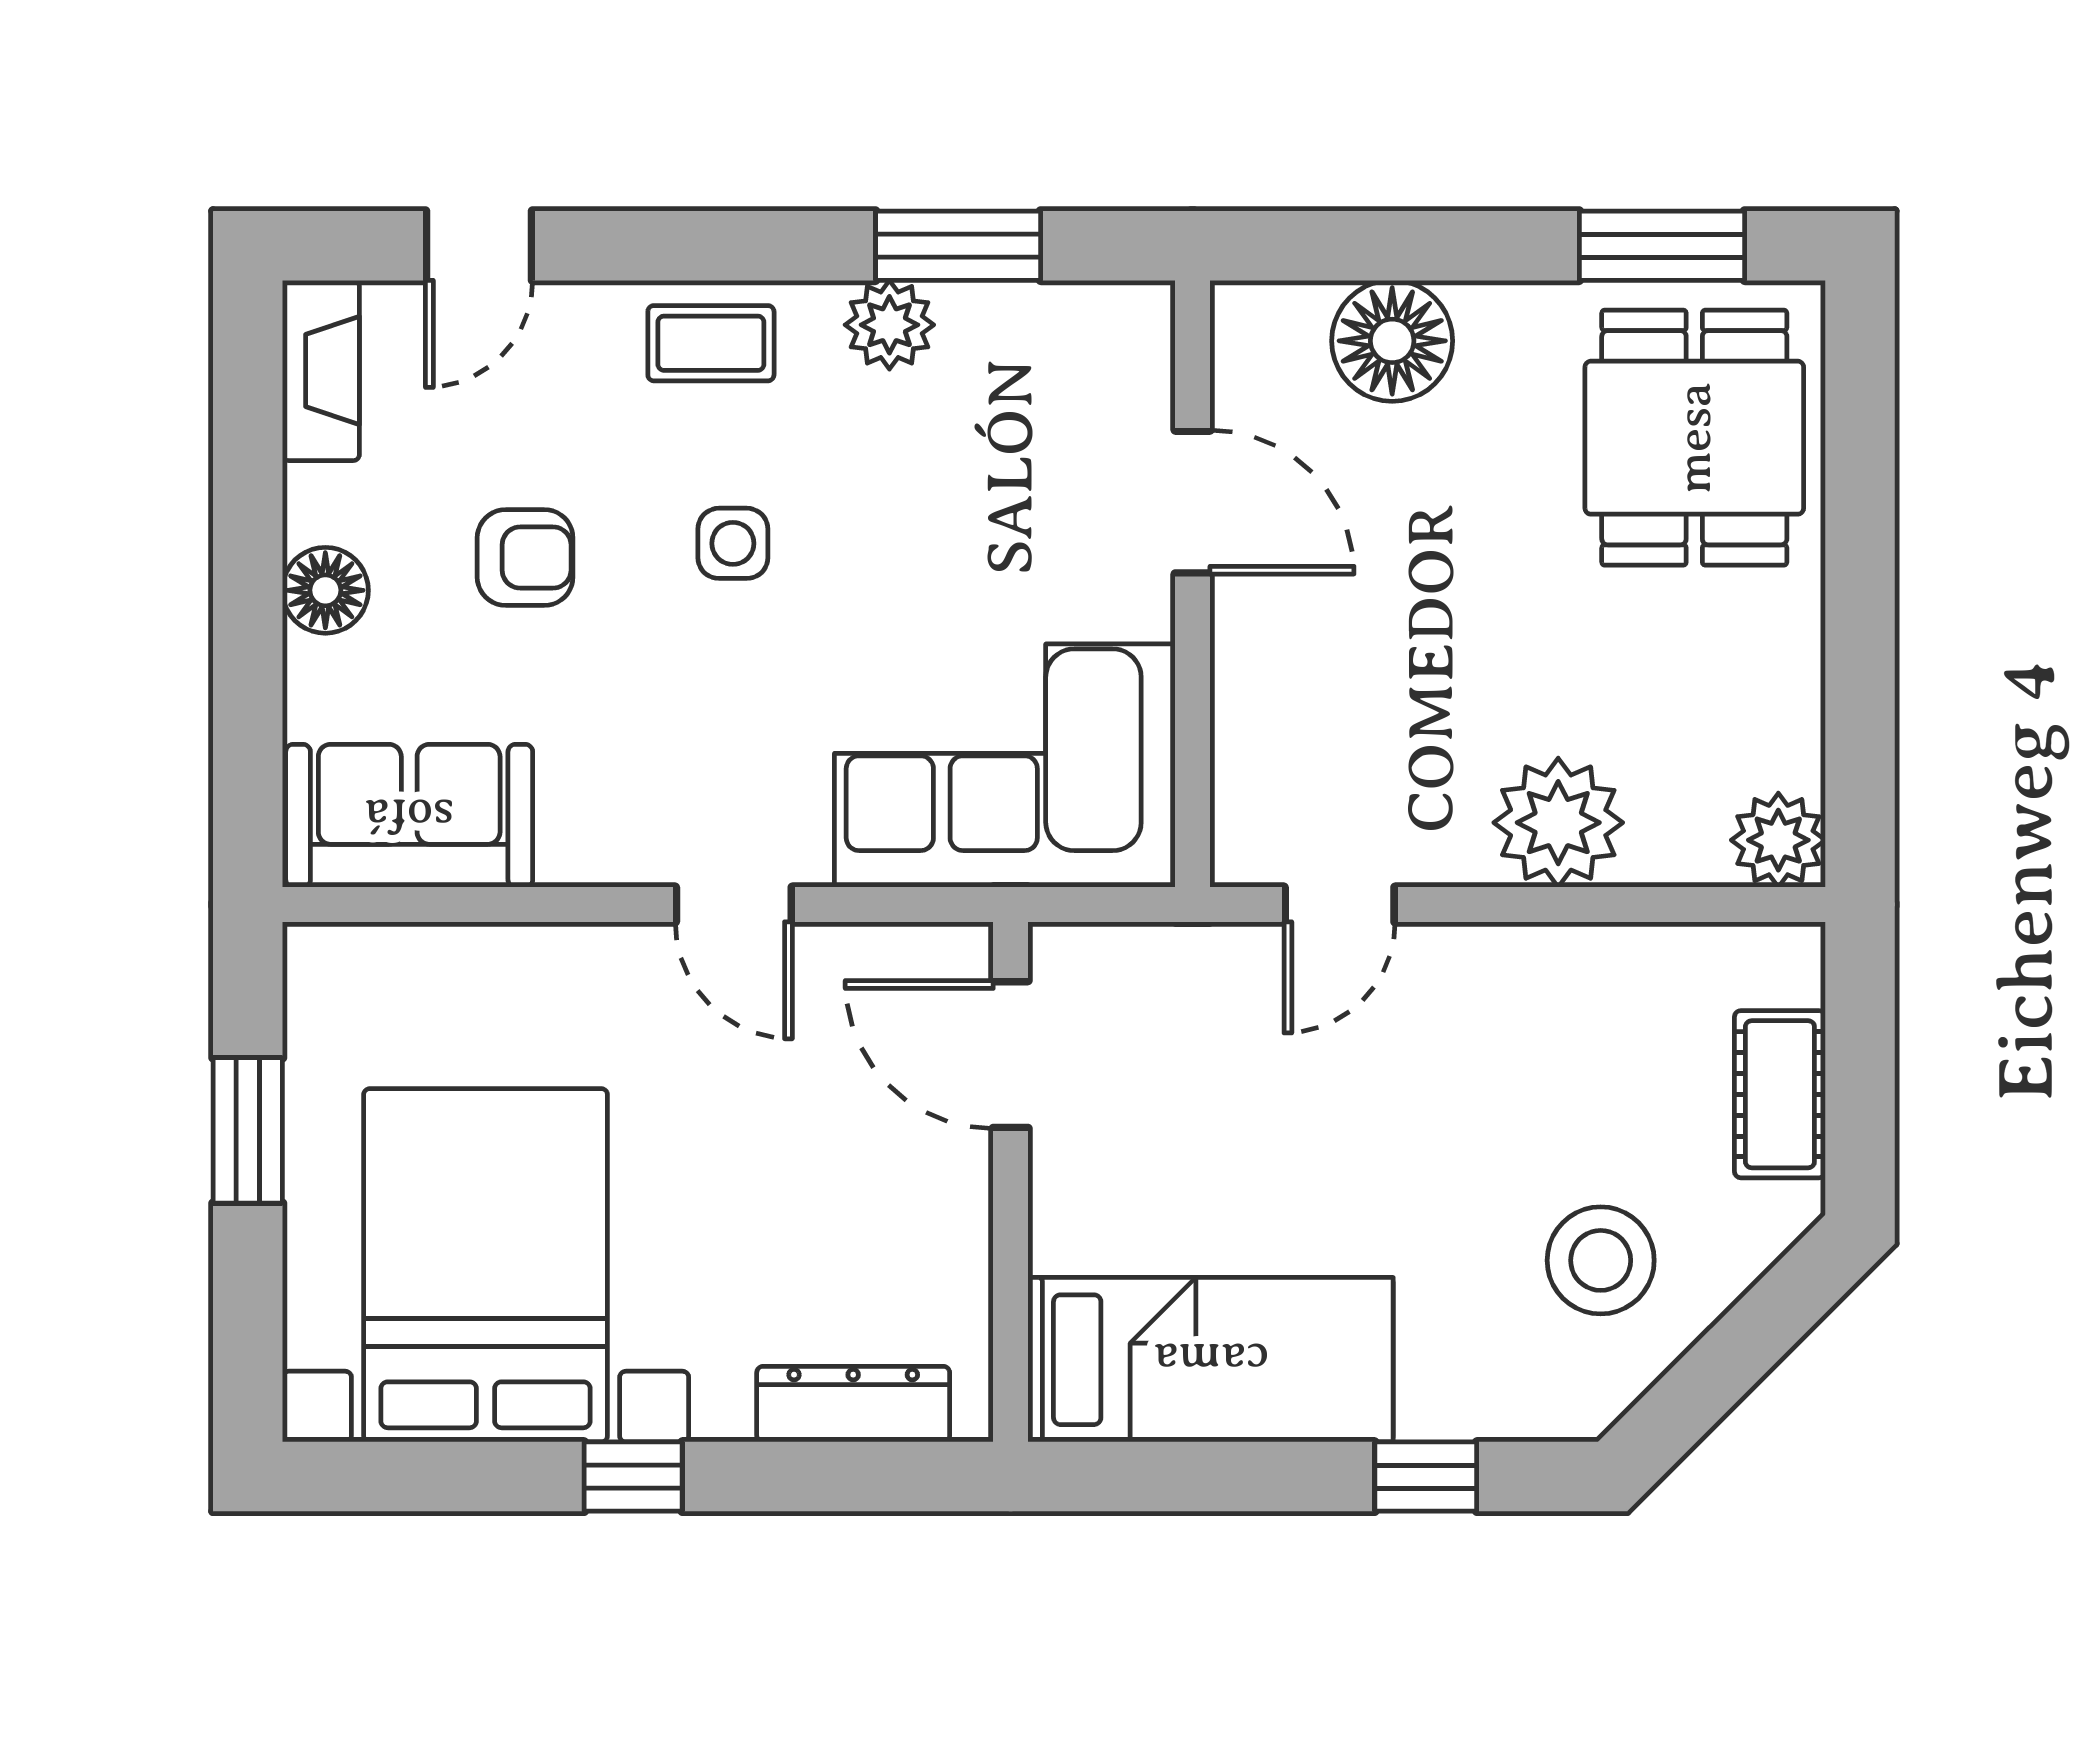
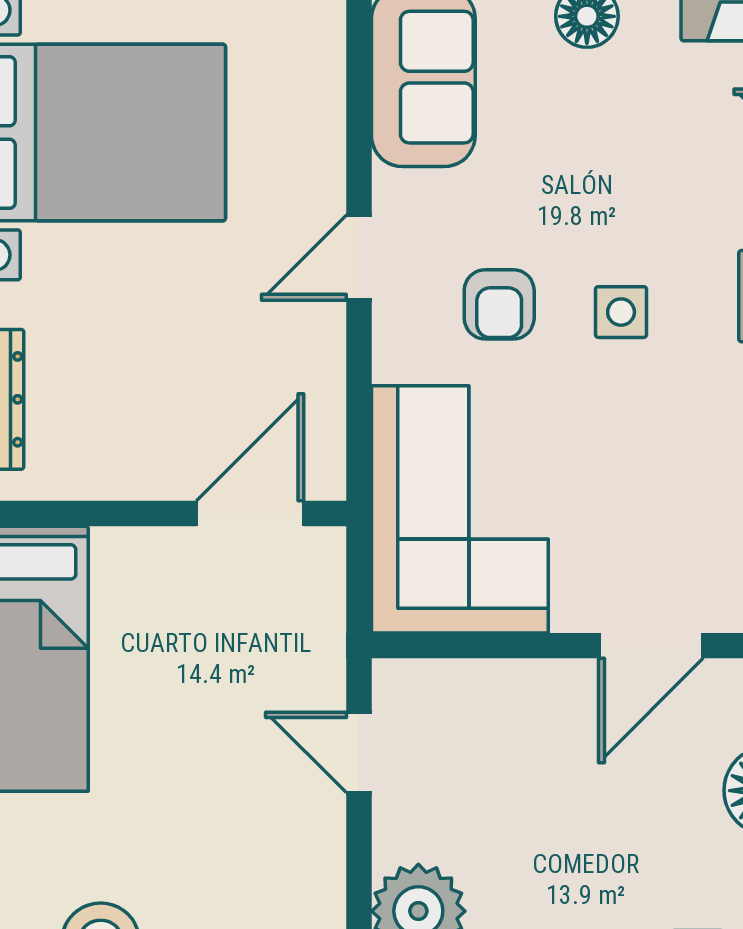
armchair: (525, 557) -> (499, 304), moved
door: (734, 904) -> (359, 258), moved

